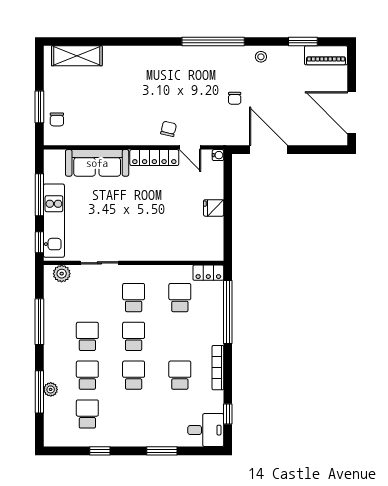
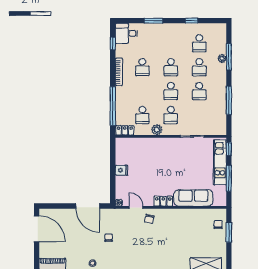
locker: (154, 158) -> (163, 201), width x0.66
plant: (62, 274) -> (157, 130), moved

